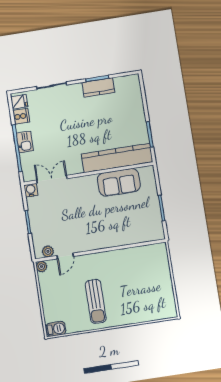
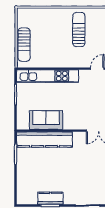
kitchen unit: (126, 237) -> (48, 76), added
sun lounger: (161, 272) -> (24, 45), added

